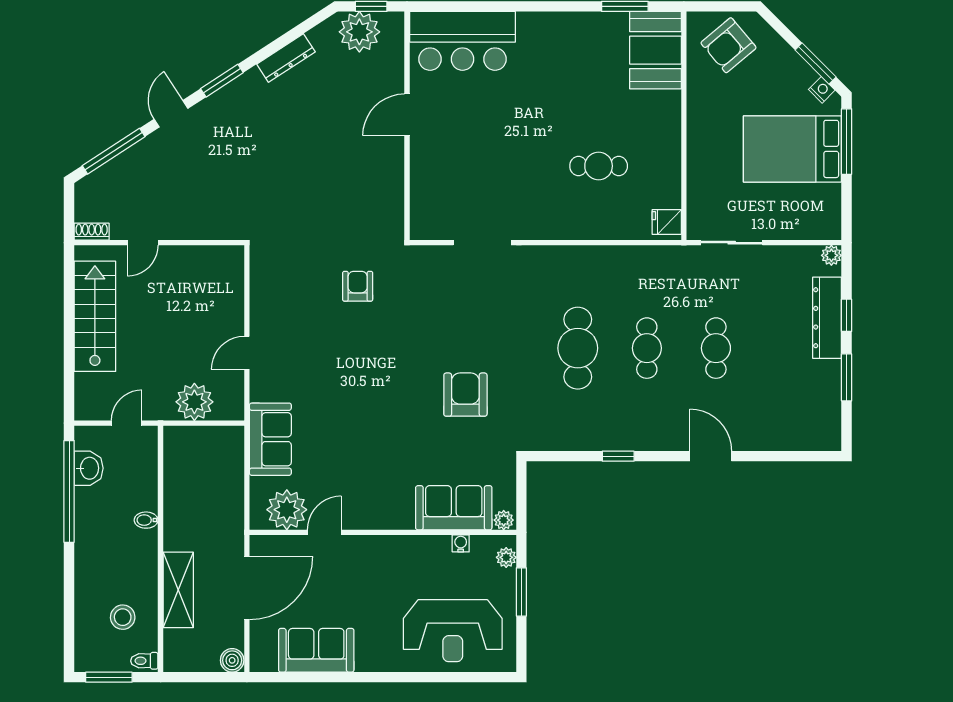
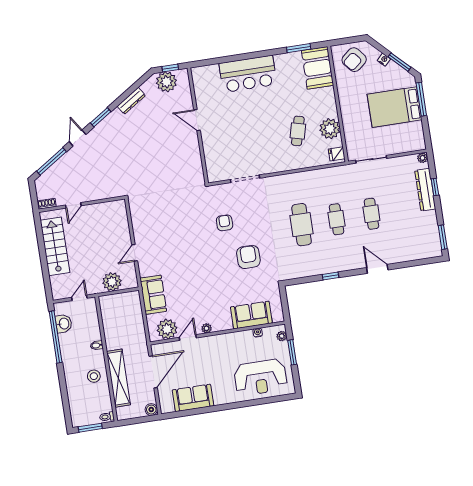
bar counter: (462, 41) -> (248, 74), moved
nightstand: (822, 90) -> (384, 60), moved
door: (407, 115) -> (197, 120), hinge flipped
cafe table: (599, 166) -> (298, 131), turned -75
plant: (661, 171) -> (330, 129), added
armchair: (358, 286) -> (225, 223), moved
window: (847, 377) -> (443, 237), moved
plant: (504, 520) -> (207, 328), moved
shelving: (178, 590) -> (118, 378), width x1.47
stool: (123, 617) -> (94, 376), moved

